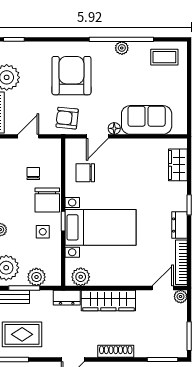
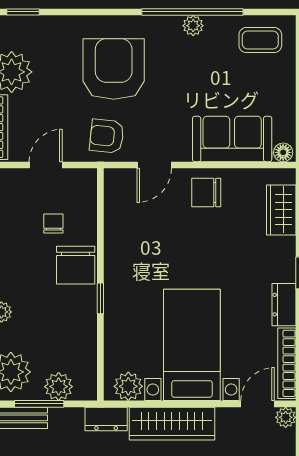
floor lamp: (114, 128) -> (283, 152), moved
chair: (85, 173) -> (206, 193), moved
bed with nightstands: (101, 227) -> (192, 345), moved, turned -90
side table: (43, 232) -> (68, 315), removed

